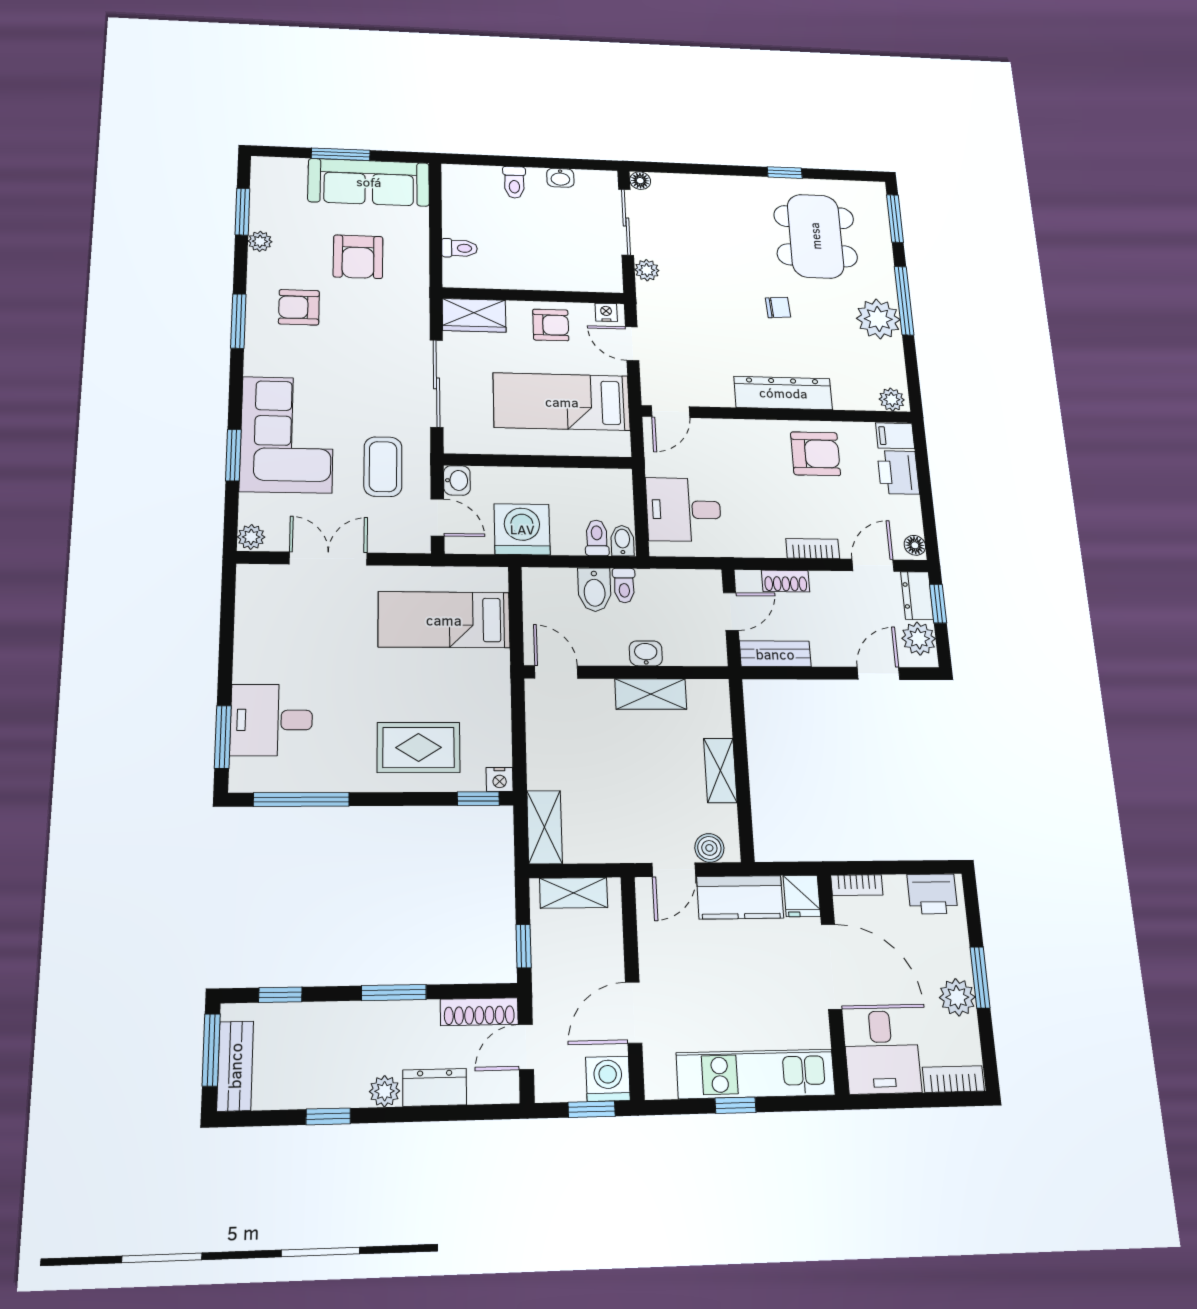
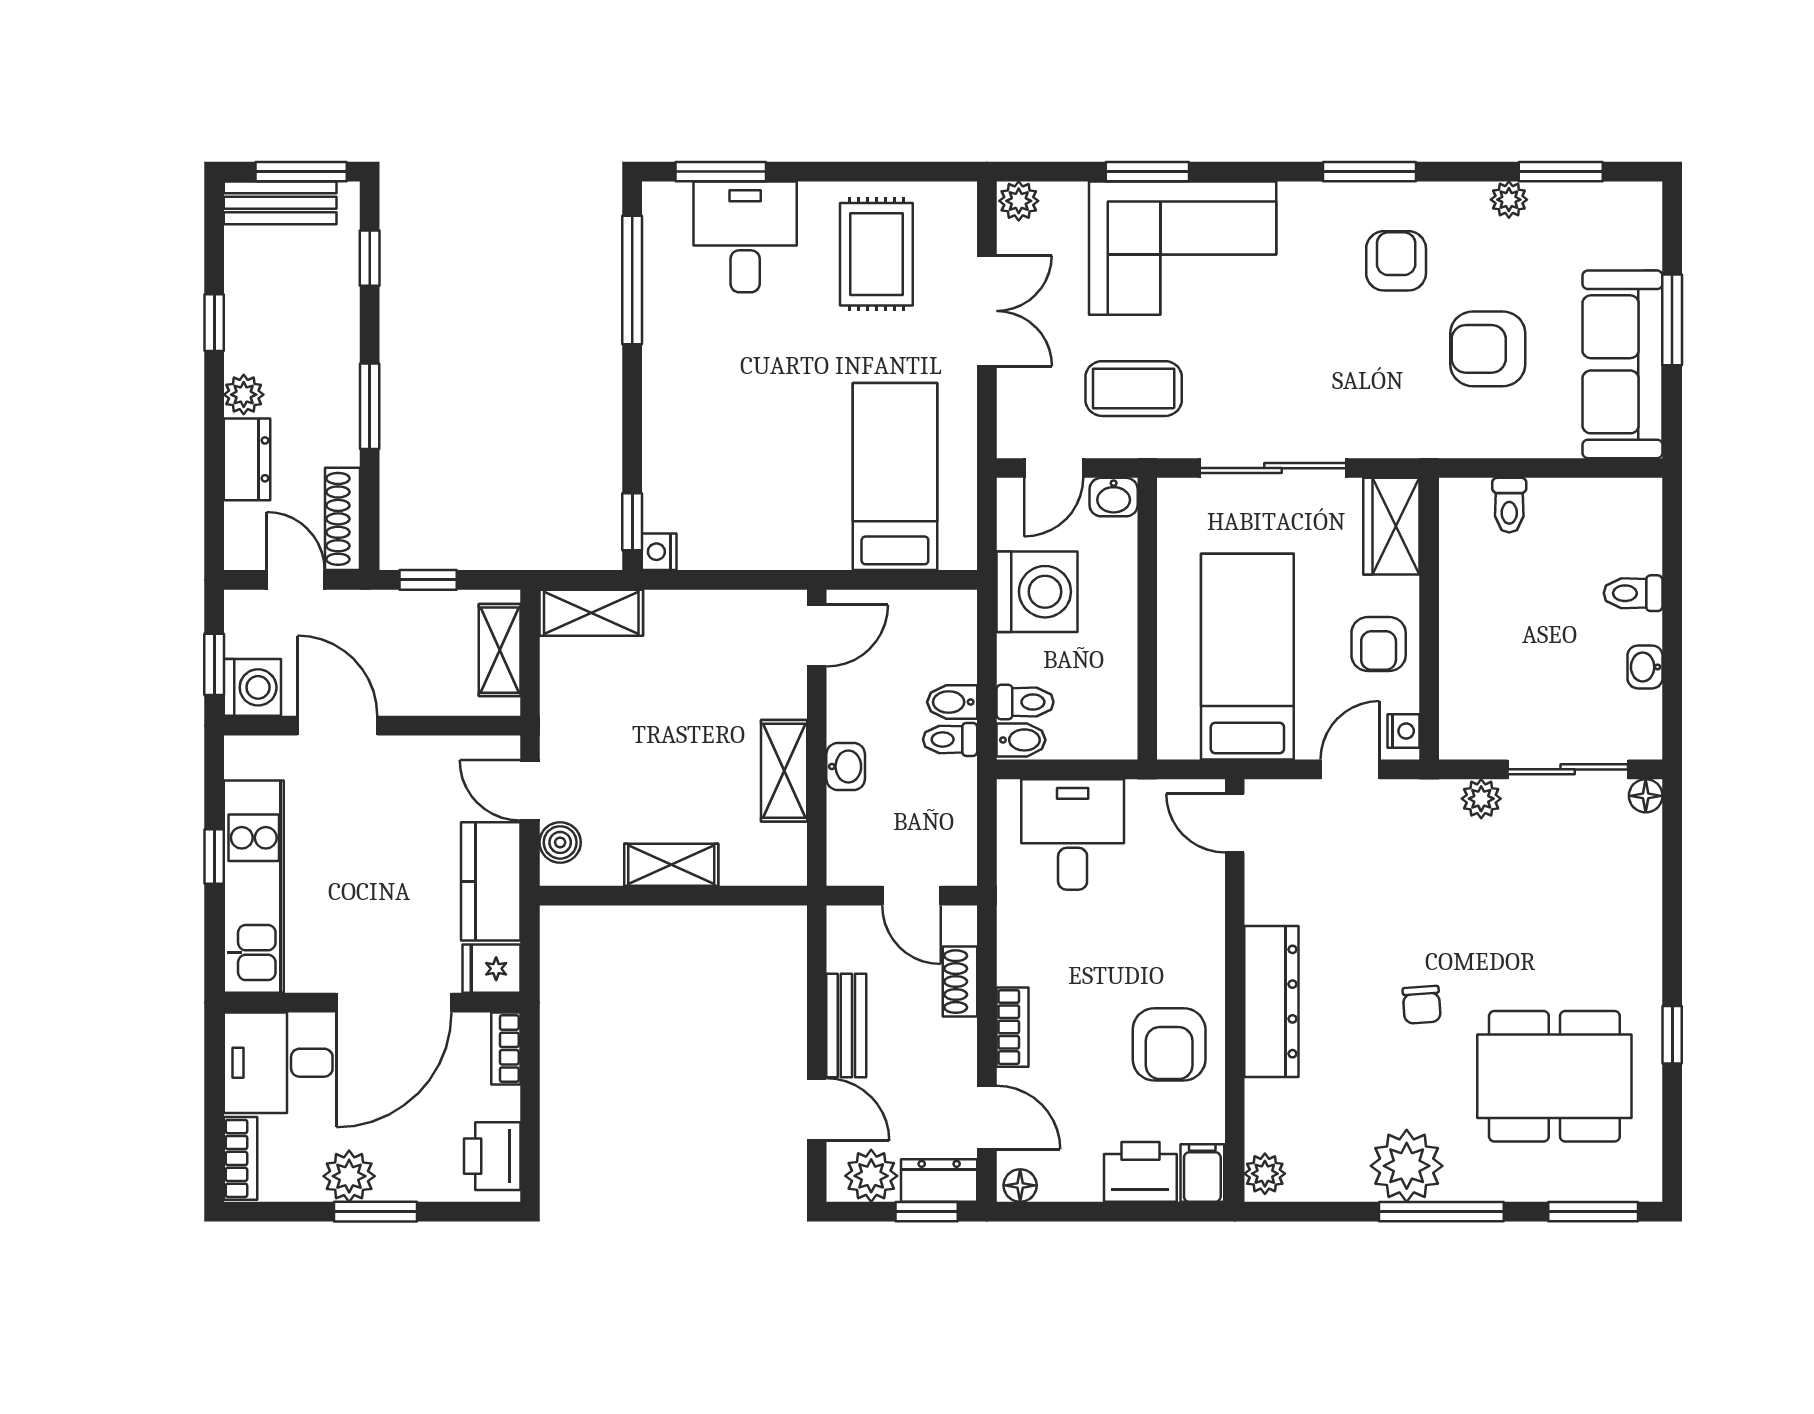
bidet: (594, 590) -> (952, 702), width x0.72, depth x0.74
bench: (775, 654) -> (846, 1025), moved
rug: (418, 747) -> (876, 254), moved

